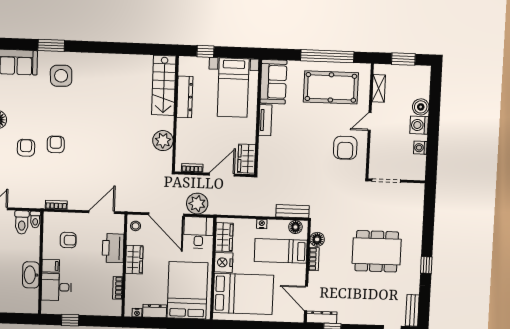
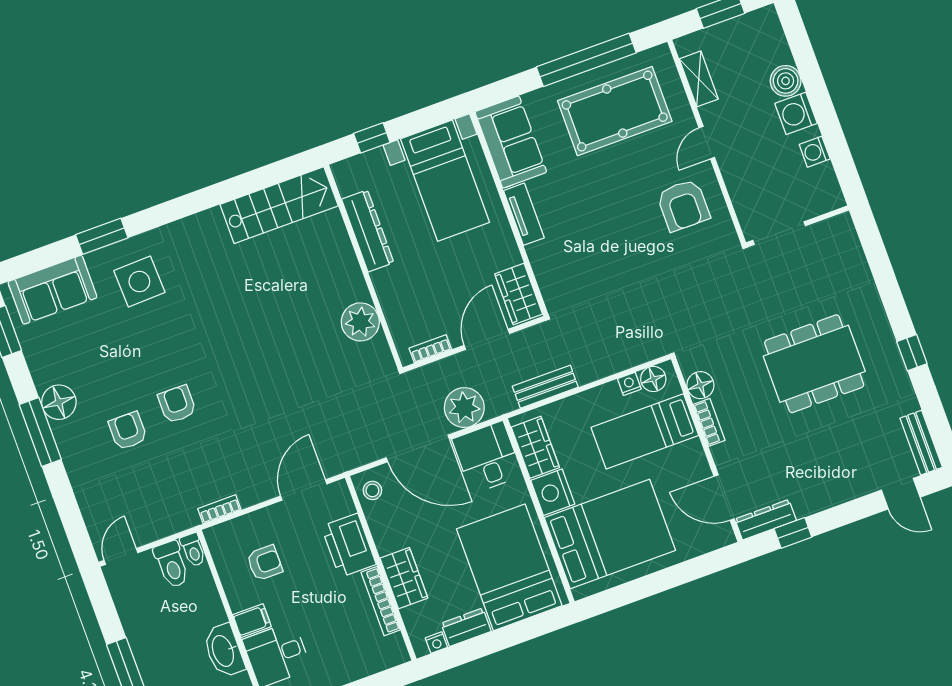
stairs: (164, 85) -> (279, 205), moved, turned -90
bench: (293, 211) -> (545, 387), moved
nightstand: (262, 224) -> (629, 384), moved
wardrobe: (134, 260) -> (404, 578), moved
bookcase: (118, 288) -> (381, 601), width x1.56

